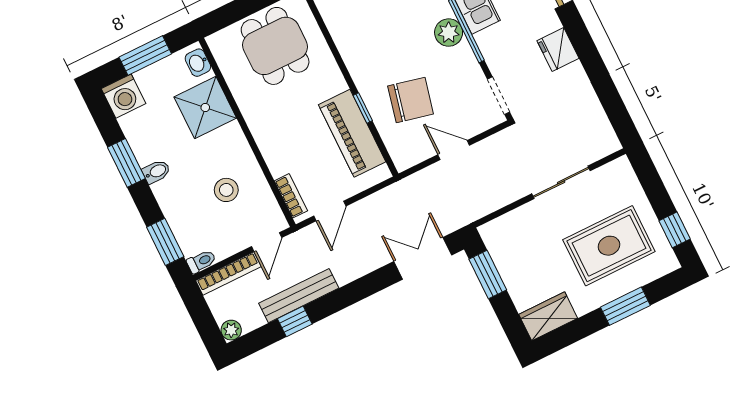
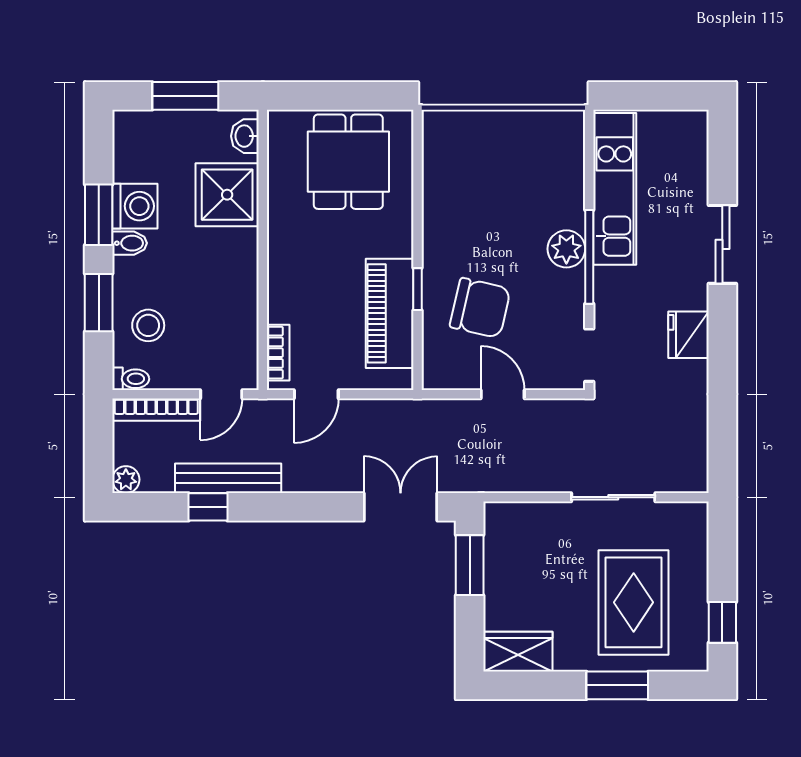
washing machine: (123, 96) -> (135, 206), moved, turned -90
stool: (226, 190) -> (148, 325), moved
window: (165, 242) -> (99, 303), moved
rug: (609, 246) -> (634, 602), turned 90

